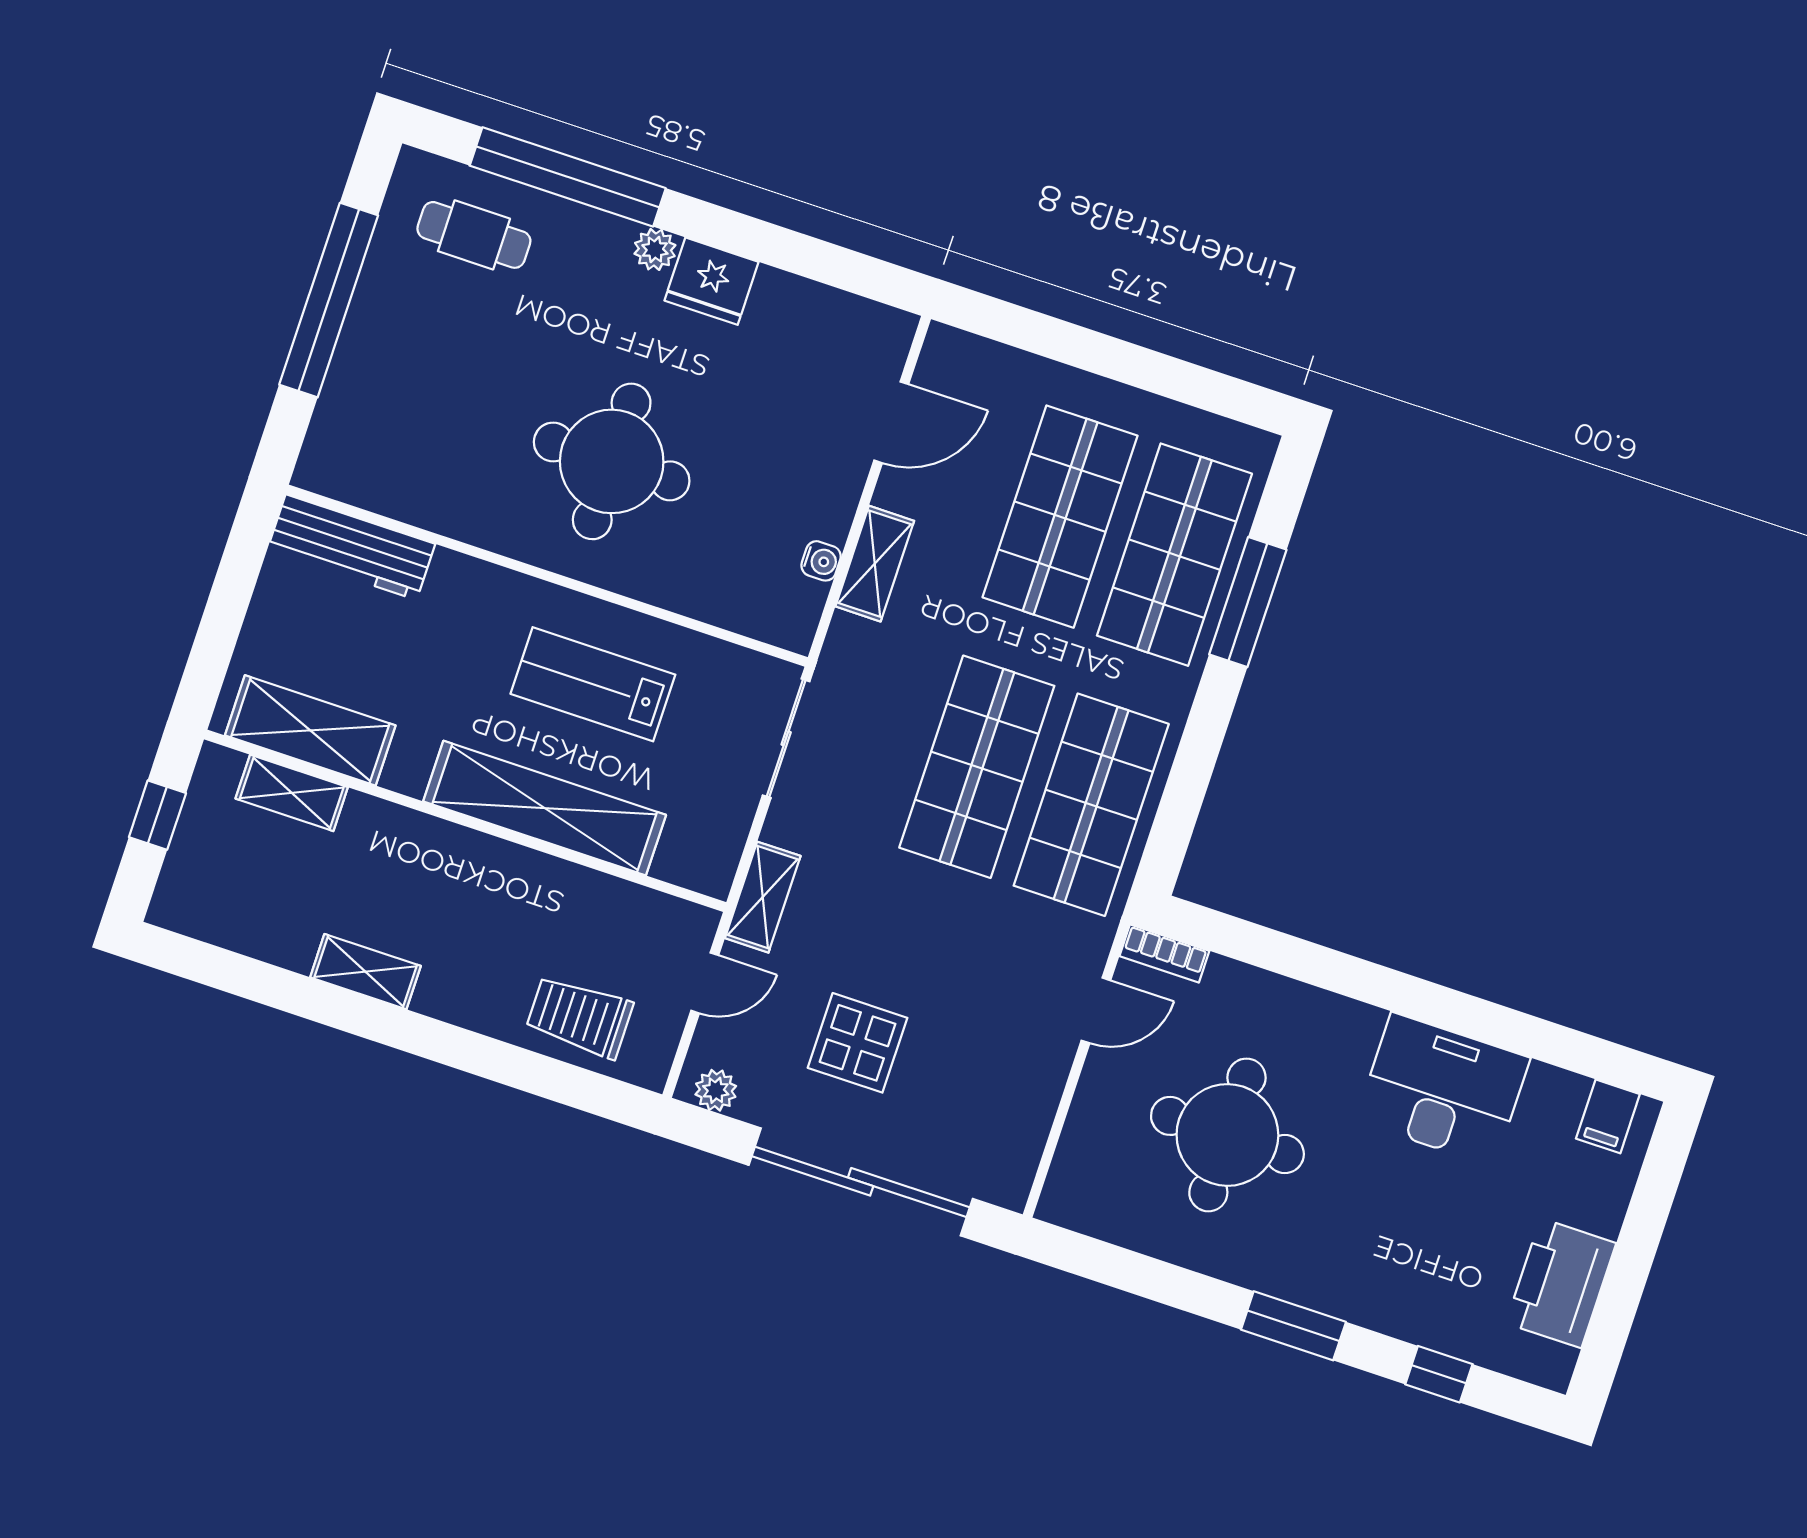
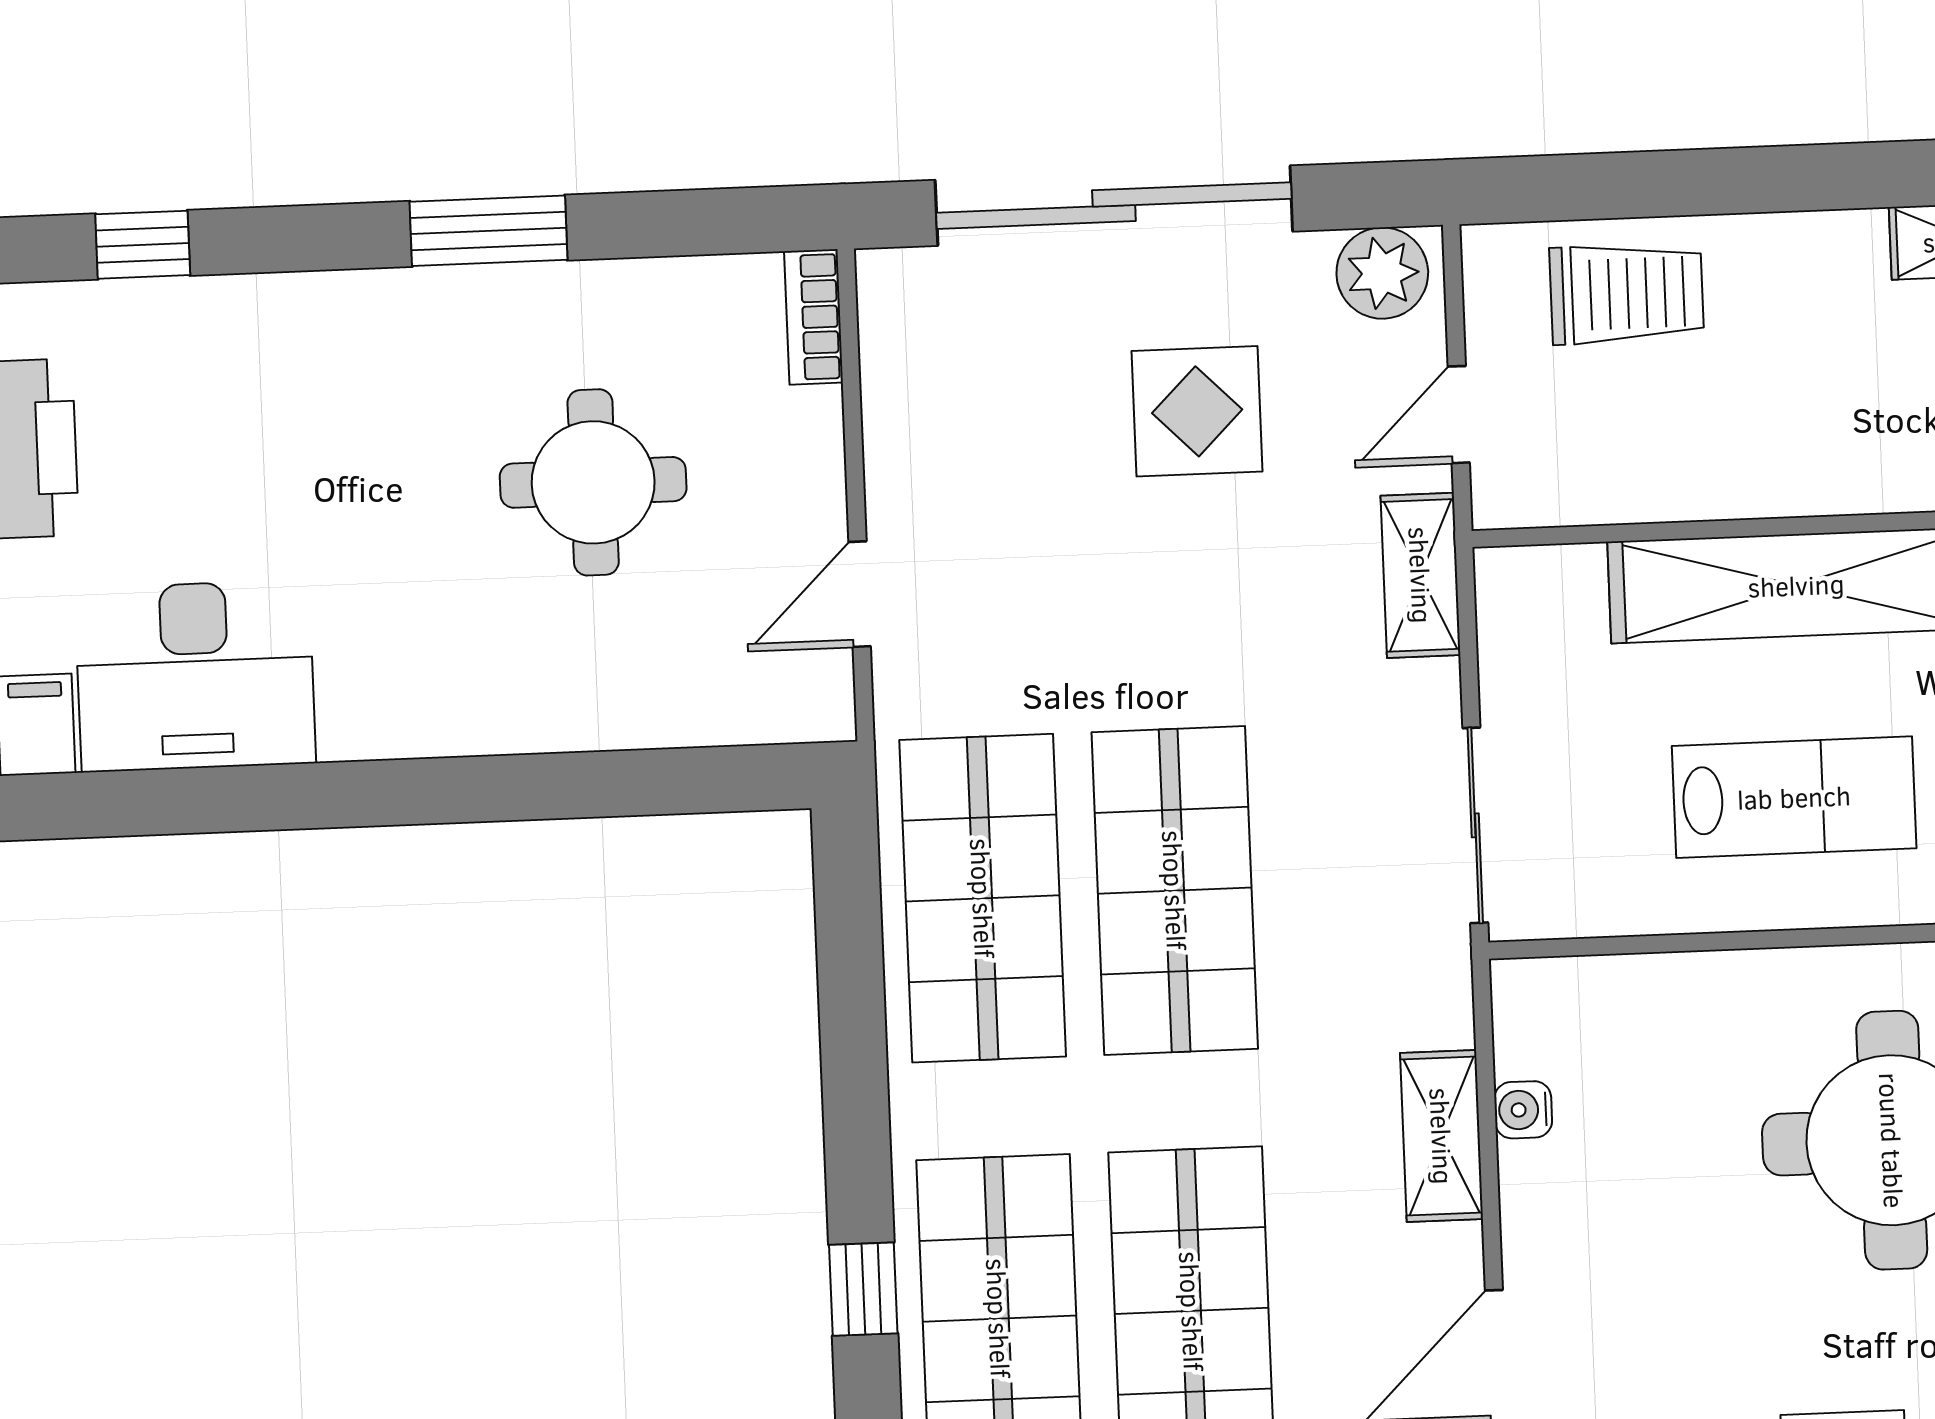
window: (1248, 602) -> (863, 1289), width x0.46
bookcase: (1164, 954) -> (814, 317), moved, turned -90
desk: (1443, 1089) -> (195, 676), moved
plant: (716, 1090) -> (1382, 273), width x1.38, depth x1.38
round table: (1227, 1135) -> (593, 482), width x0.73, depth x0.73
window: (1293, 1326) -> (489, 231), moved

